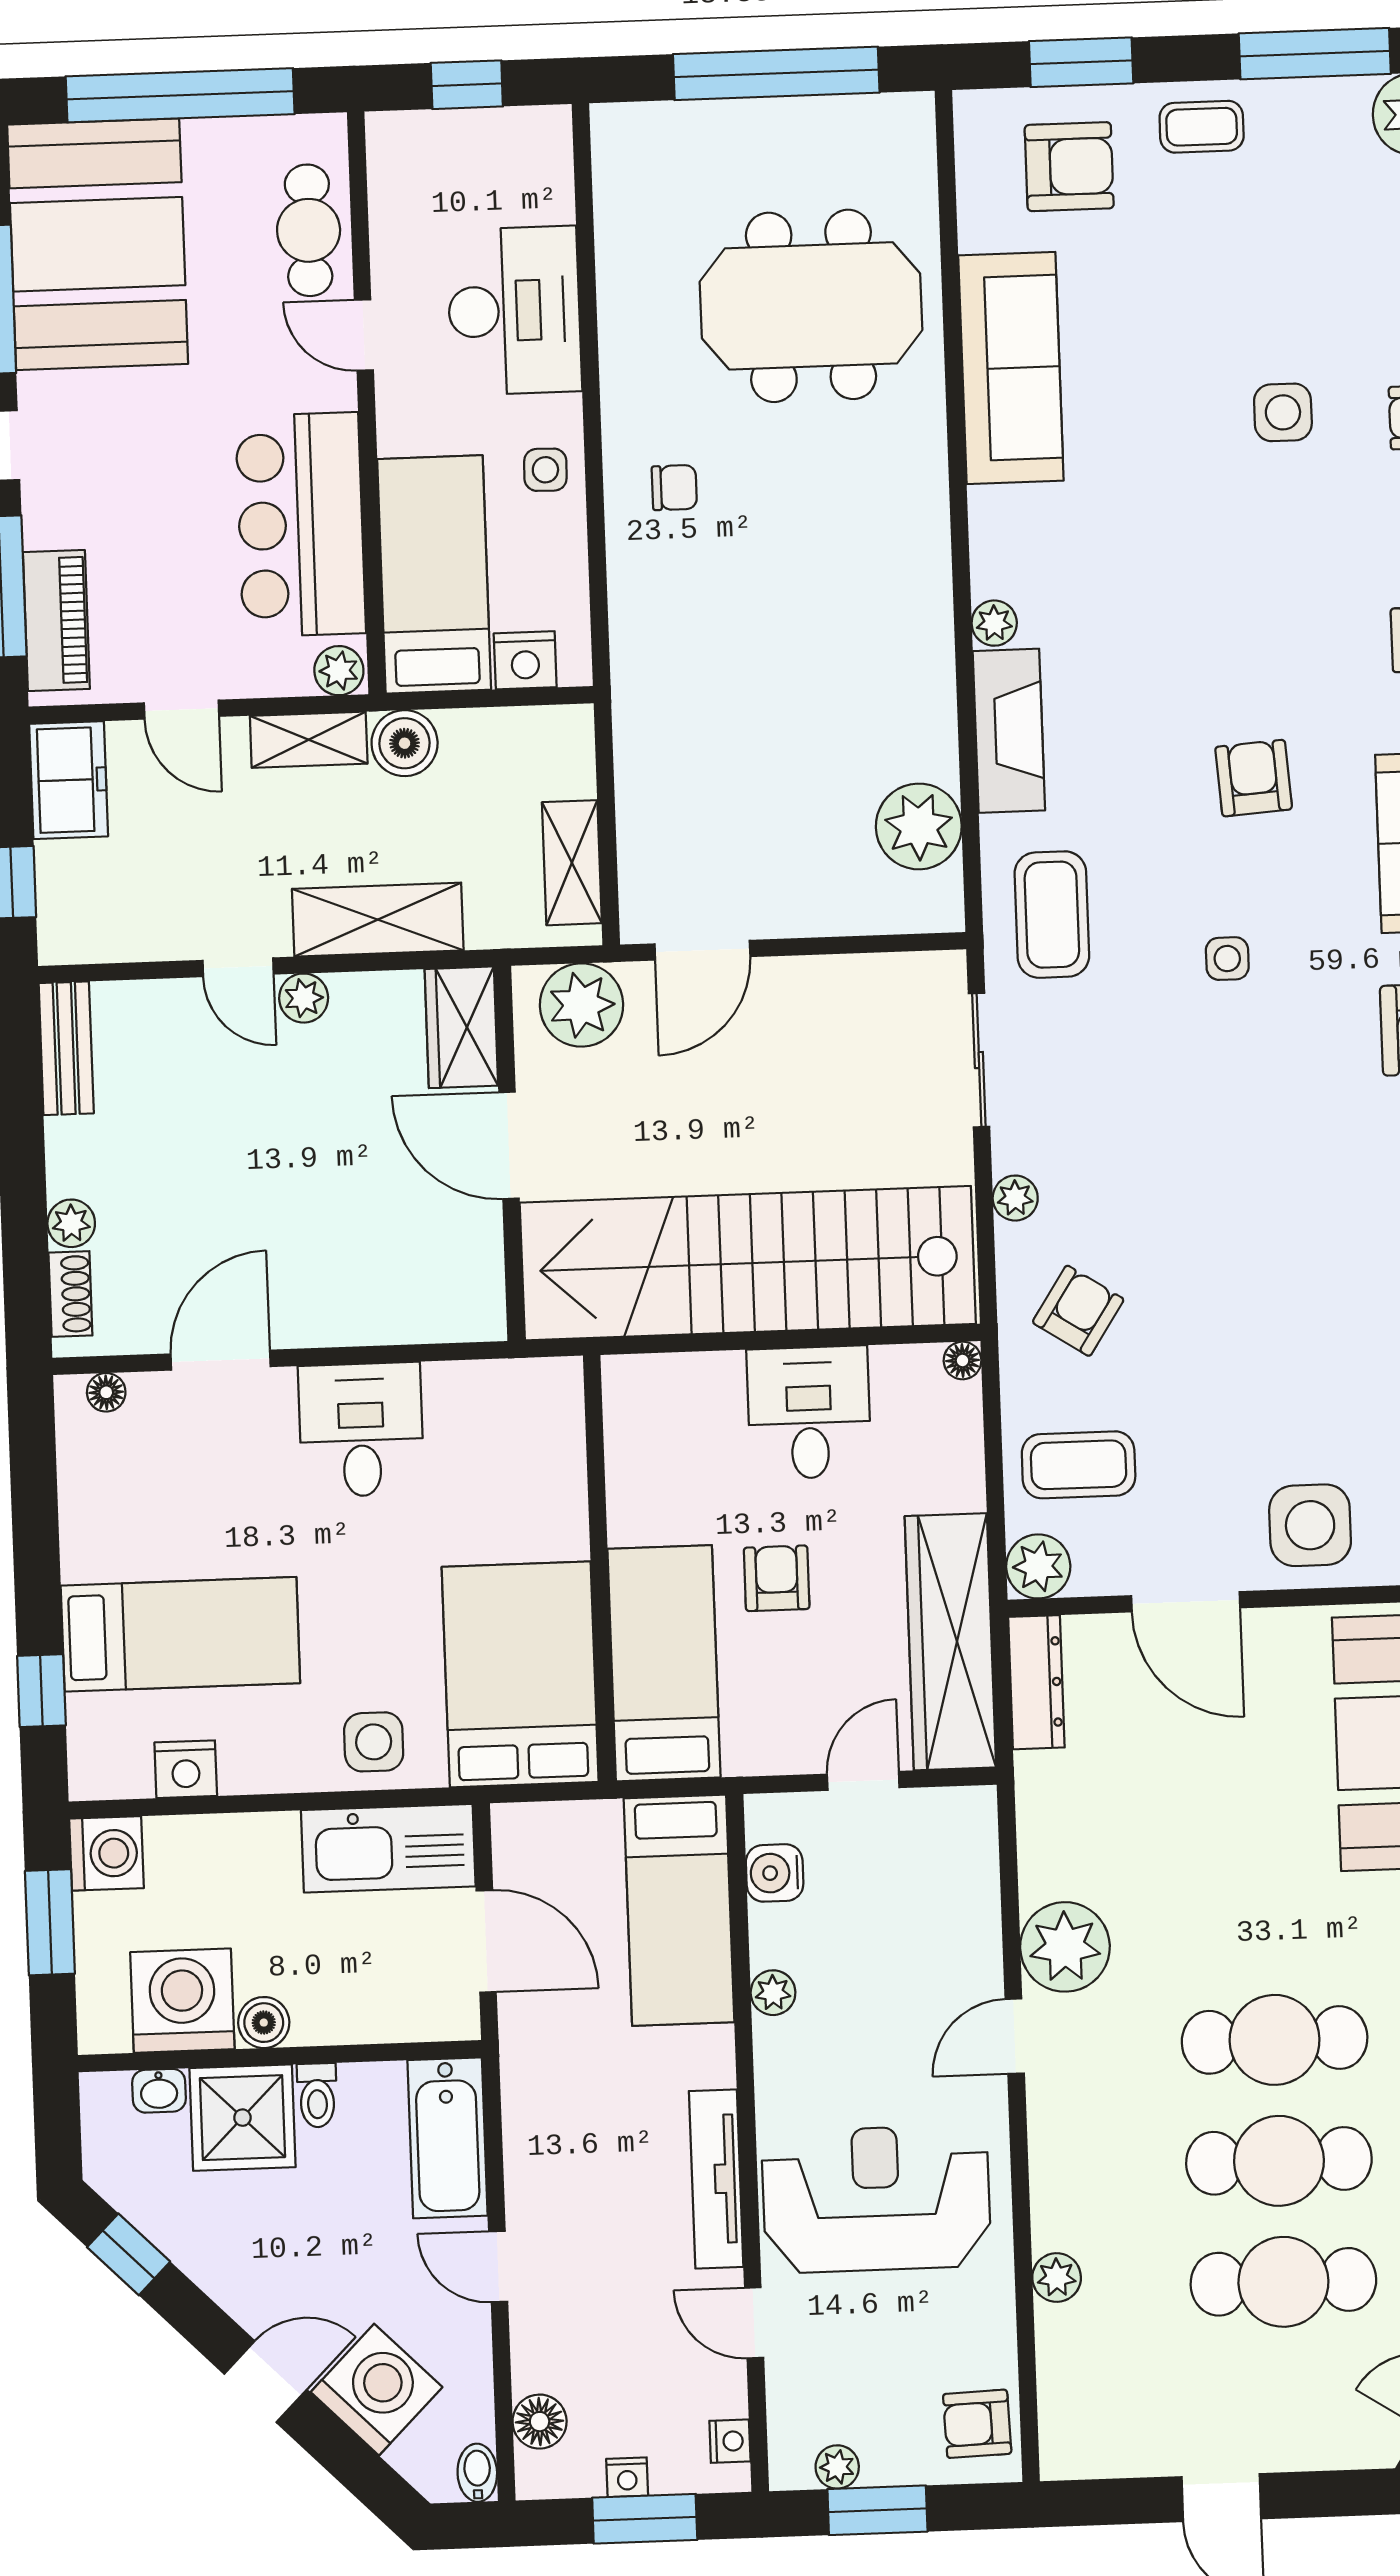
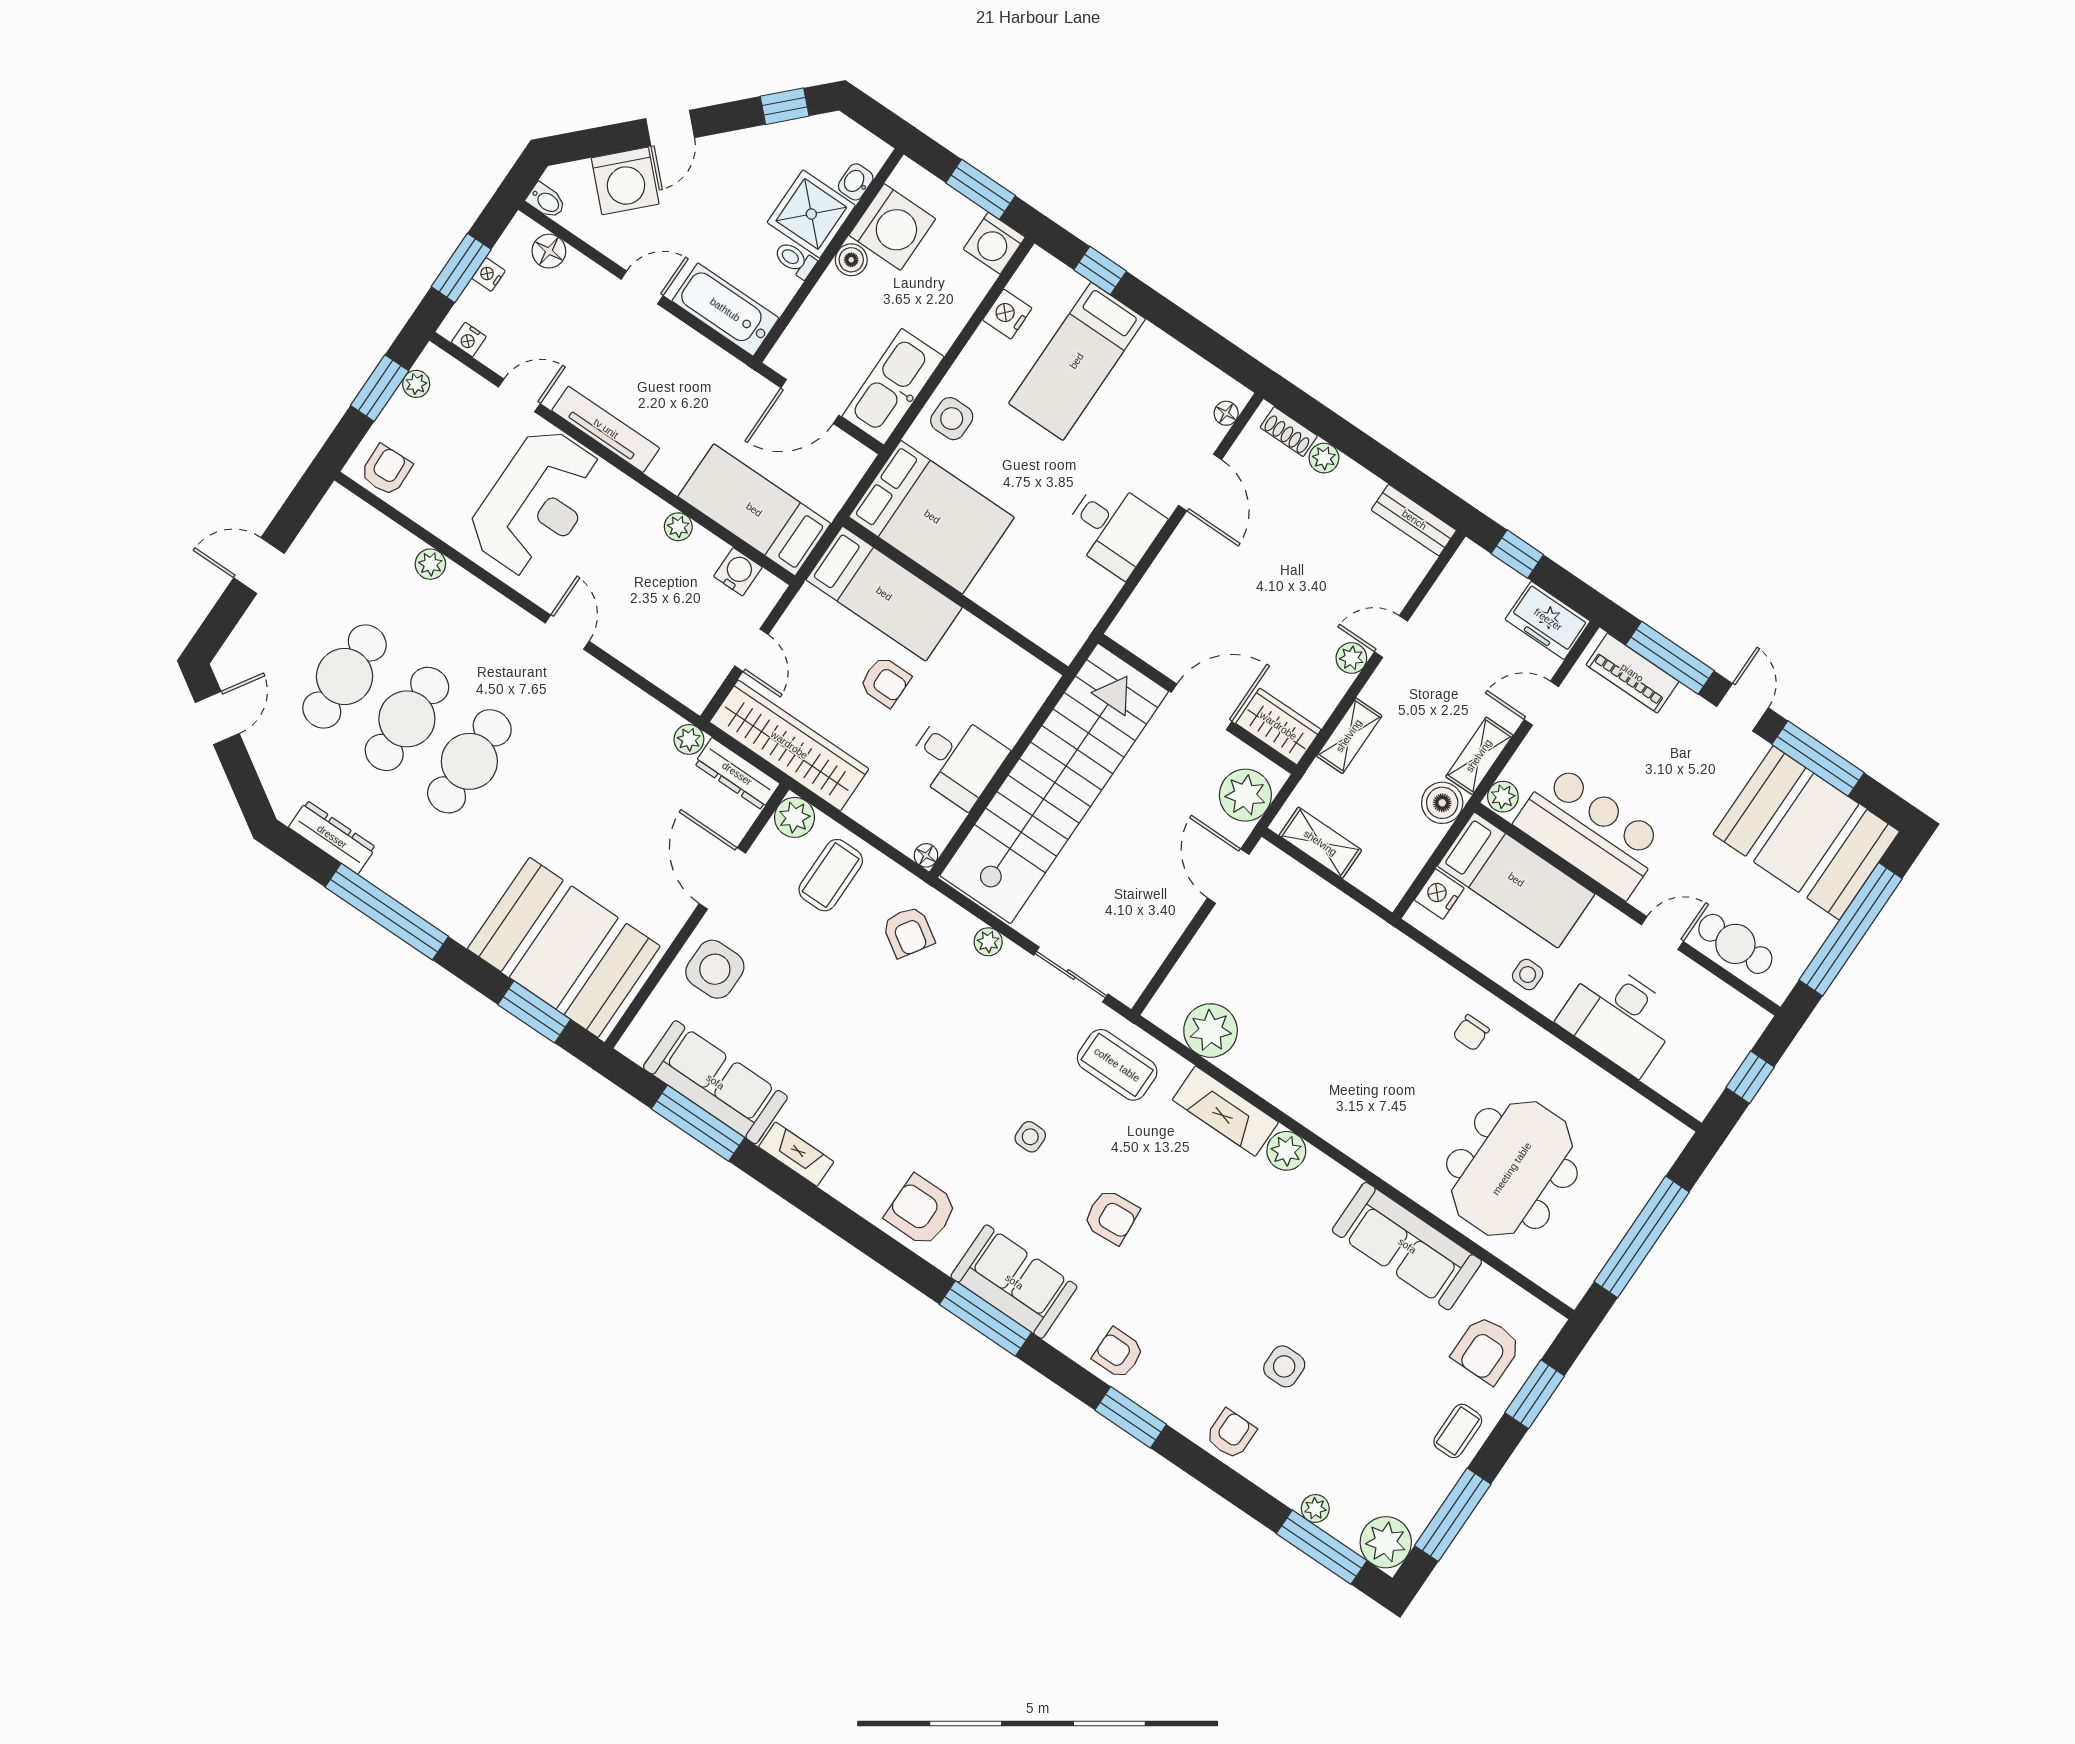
plant: (994, 623) -> (1286, 1151), width x1.38, depth x1.38
shelving: (378, 920) -> (1349, 736), width x0.67, depth x0.75
door: (1186, 1602) -> (722, 878), hinge flipped
plant: (1065, 1947) -> (689, 739), moved, width x0.53, depth x0.53

